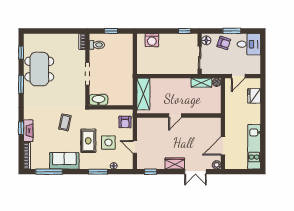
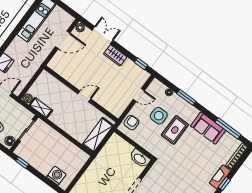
coffee table: (65, 122) -> (183, 161), removed
door: (135, 147) -> (139, 95), hinge flipped

